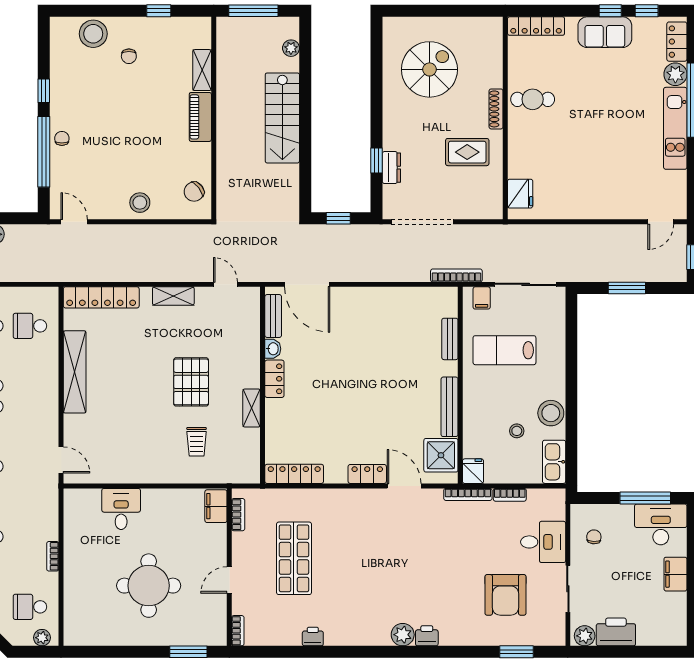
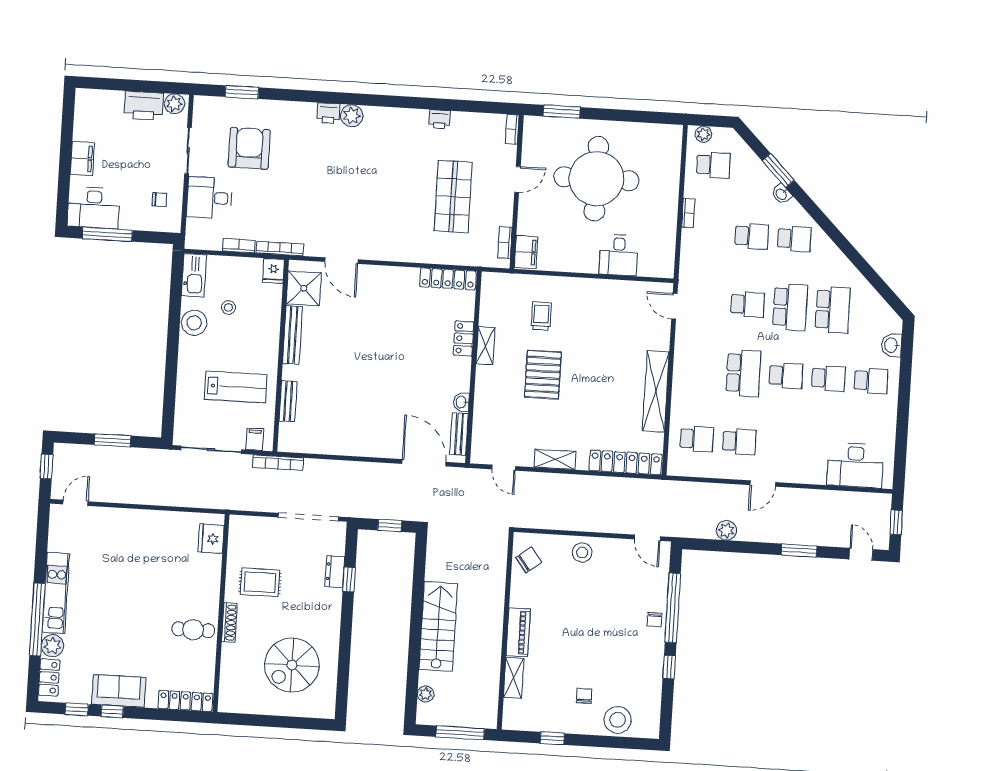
locker: (274, 379) -> (464, 339), moved
locker: (367, 474) -> (377, 274), removed
chair: (594, 537) -> (160, 200), turned -93
round table: (149, 586) -> (596, 179), width x1.36, depth x1.36

